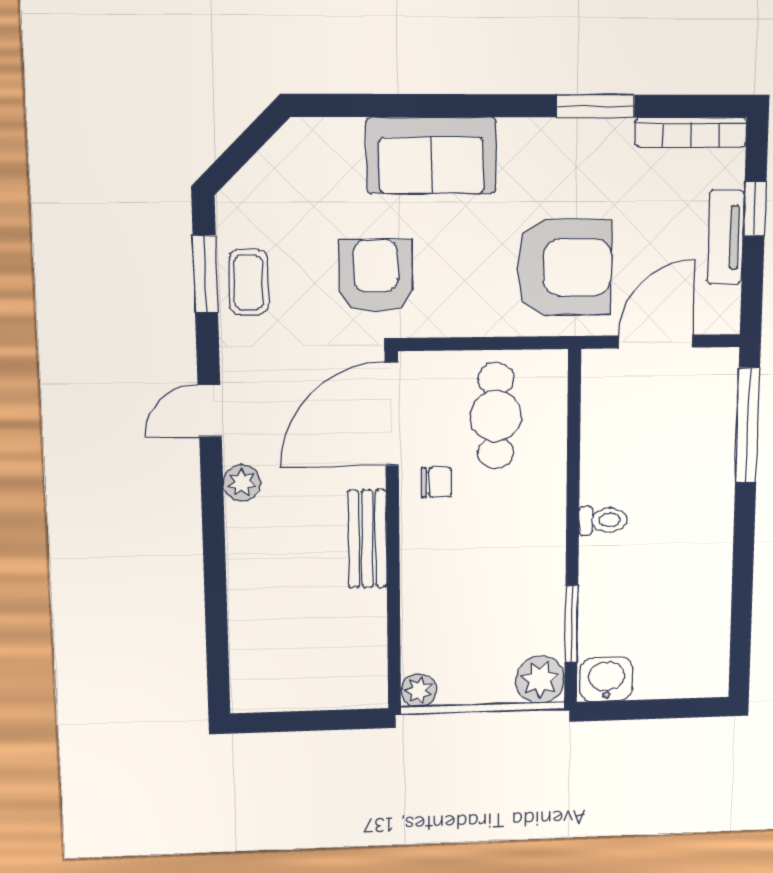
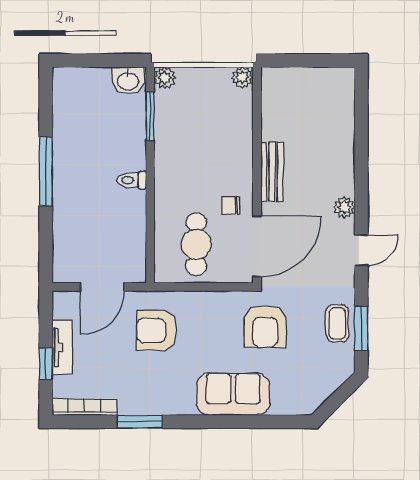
armchair: (564, 267) -> (157, 330), width x0.73, depth x0.73
window: (748, 425) -> (46, 171), moved
plant: (540, 680) -> (165, 78), width x0.73, depth x0.73

